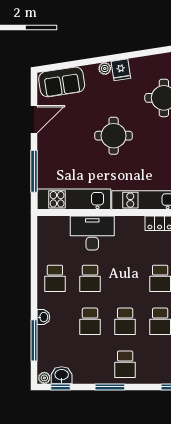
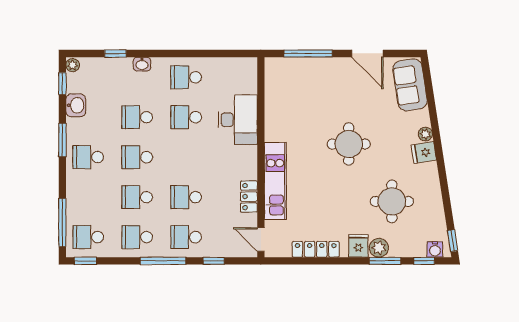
kitchen unit: (74, 199) -> (276, 99), removed
window: (34, 340) -> (115, 53), width x0.46
washbasin: (62, 375) -> (76, 105), moved

